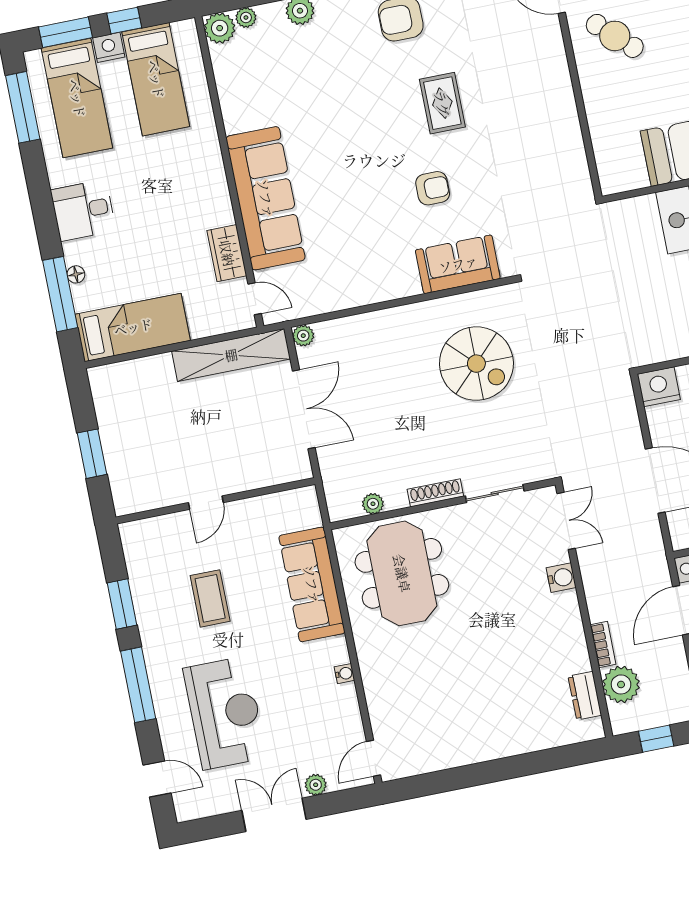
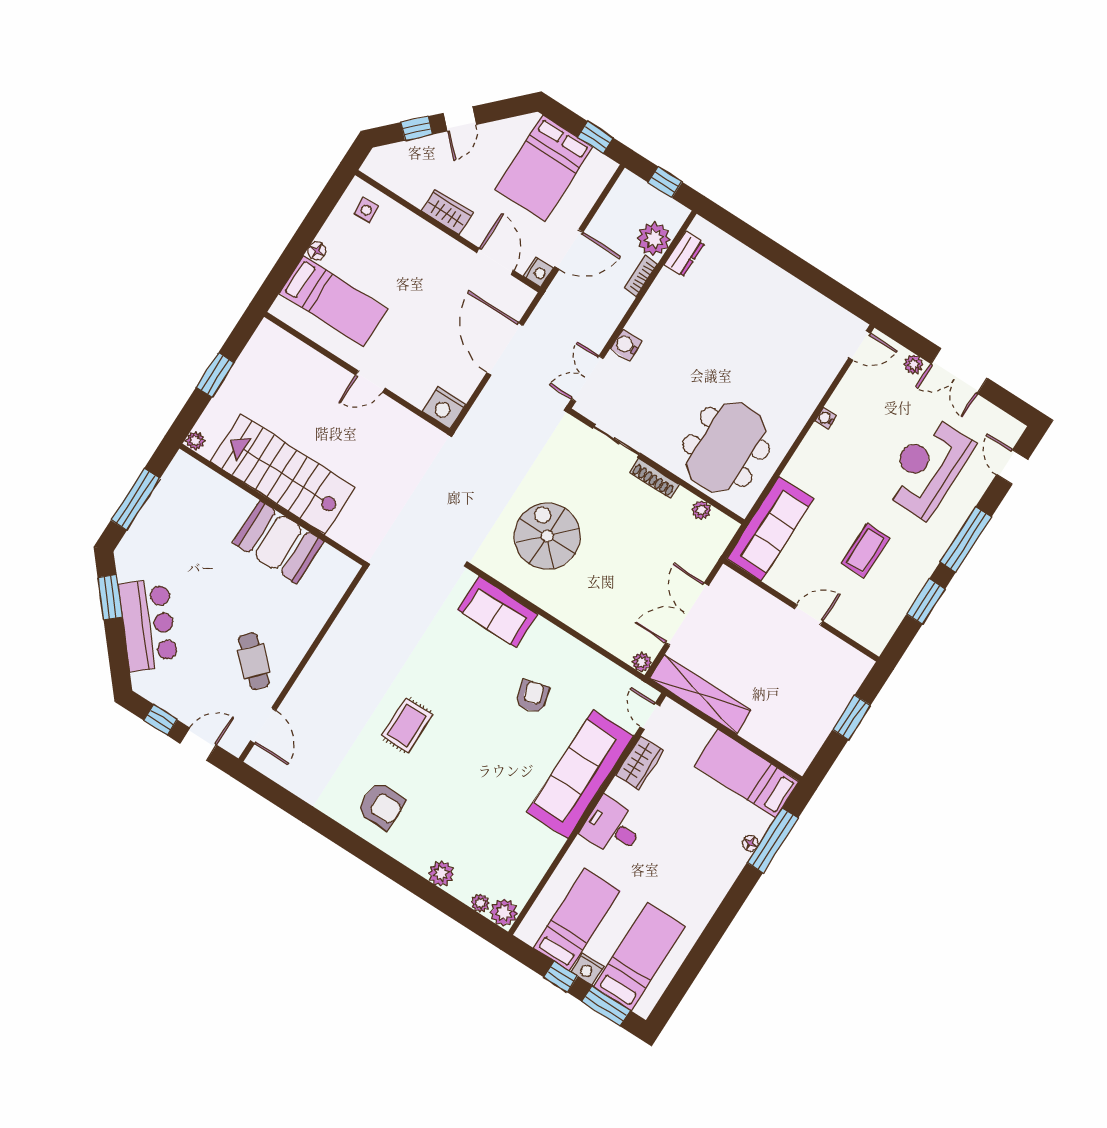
window: (23, 107) -> (680, 984), removed
armchair: (433, 188) -> (533, 697), moved, turned 74
desk: (83, 210) -> (612, 827), moved, turned 180
sofa: (312, 584) -> (770, 529), moved

